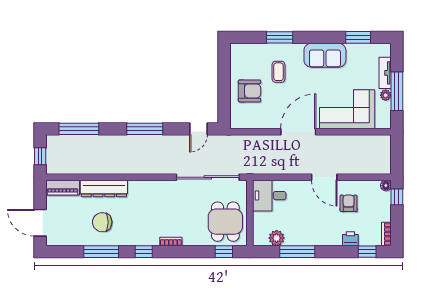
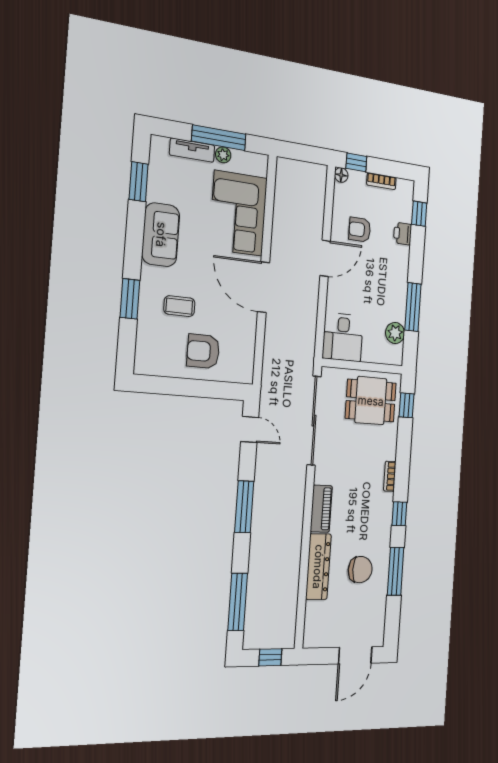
armchair: (250, 91) -> (203, 351), turned -90
piano: (63, 188) -> (321, 509), moved
chair: (102, 222) -> (360, 570), turned -90
bookcase: (386, 234) -> (381, 181), moved

